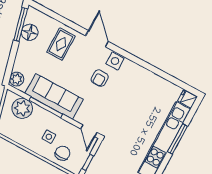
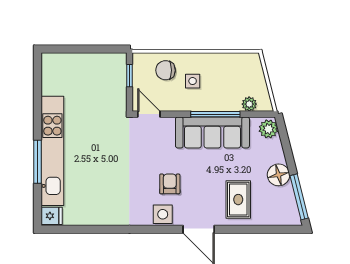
floor lamp: (30, 32) -> (279, 175), moved
plant: (22, 108) -> (249, 104), width x0.53, depth x0.53
chair: (63, 153) -> (166, 70), turned 90

